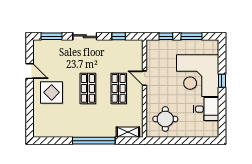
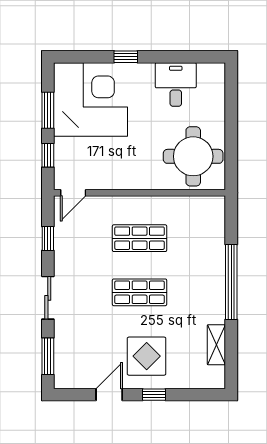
corner desk: (198, 76) -> (91, 99), moved, turned -90
door: (145, 78) -> (73, 193), moved
window: (30, 97) -> (154, 395), added
round table: (165, 119) -> (193, 156), width x1.36, depth x1.36
shelving: (128, 132) -> (216, 345), moved

